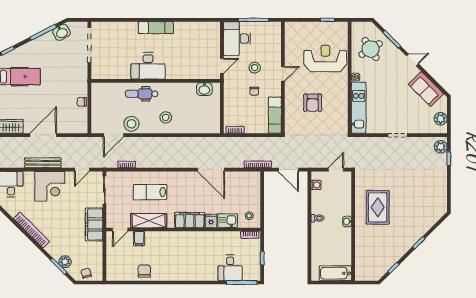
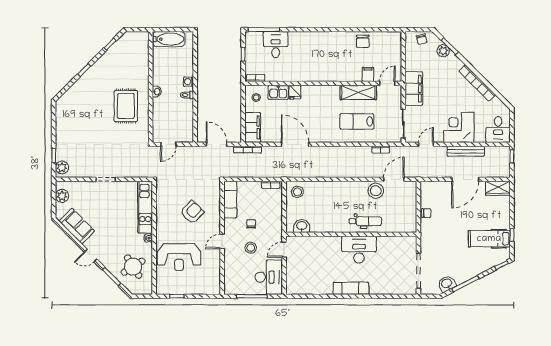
armchair: (313, 103) -> (192, 212), turned 45
stool: (166, 117) -> (297, 192), moved
washing machine: (316, 185) -> (188, 82), moved
lab bench: (150, 192) -> (357, 121), turned 180
filing cabinet: (190, 220) -> (253, 127), moved, turned -90

